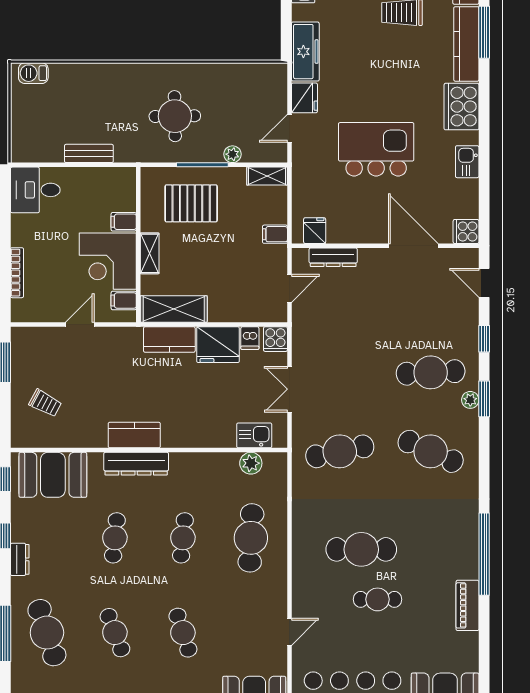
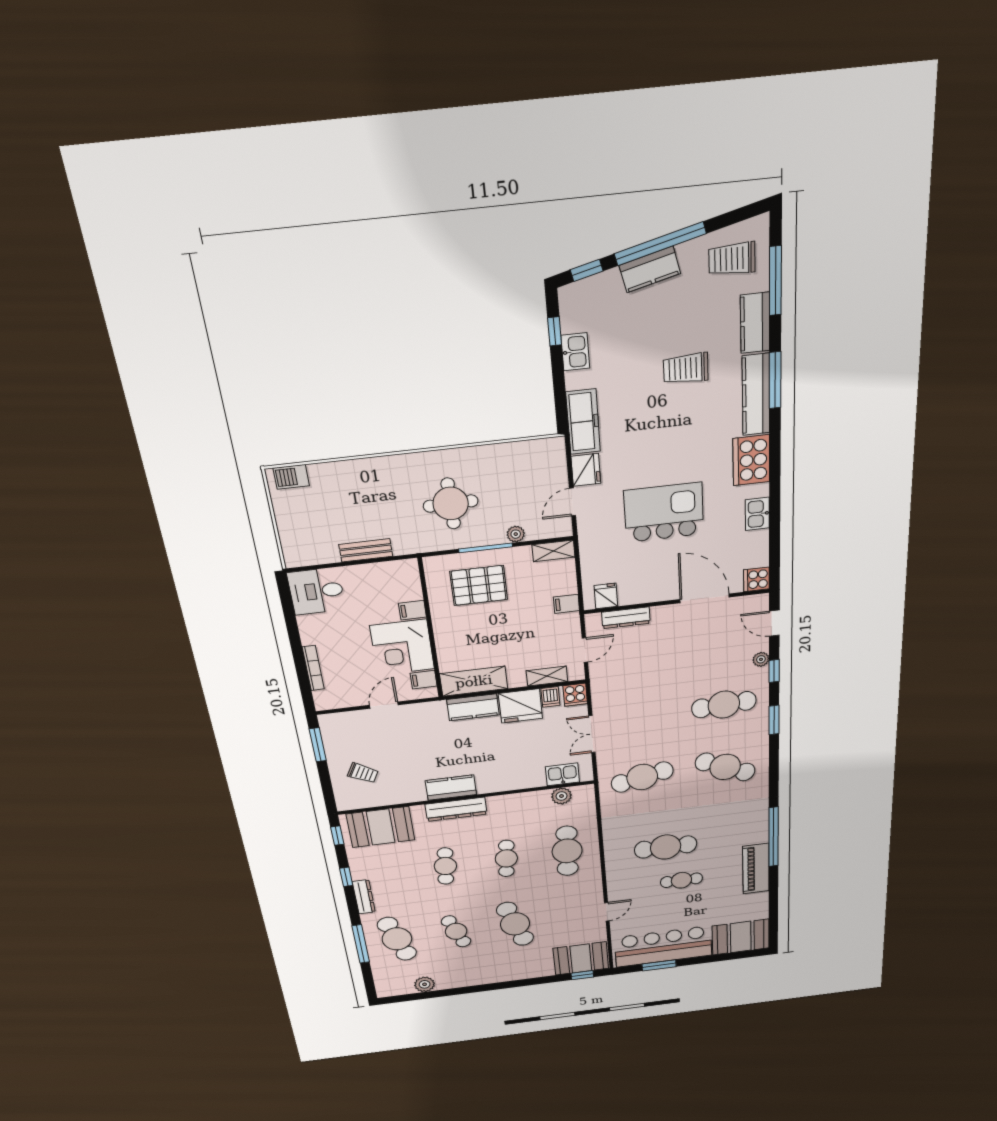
shelving: (150, 253) -> (547, 676), moved, turned 90
plant: (470, 400) -> (761, 659), moved
dresser: (20, 559) -> (364, 897), width x1.44
piano: (467, 605) -> (756, 869), width x1.37, depth x1.33
cafe table: (183, 633) -> (515, 924), width x1.37, depth x1.35

